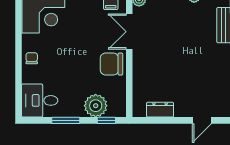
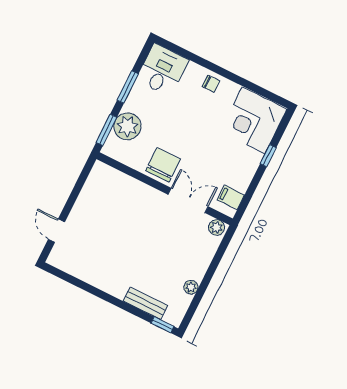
dresser: (160, 110) -> (90, 192), removed
window: (106, 120) -> (106, 130), width x1.50

